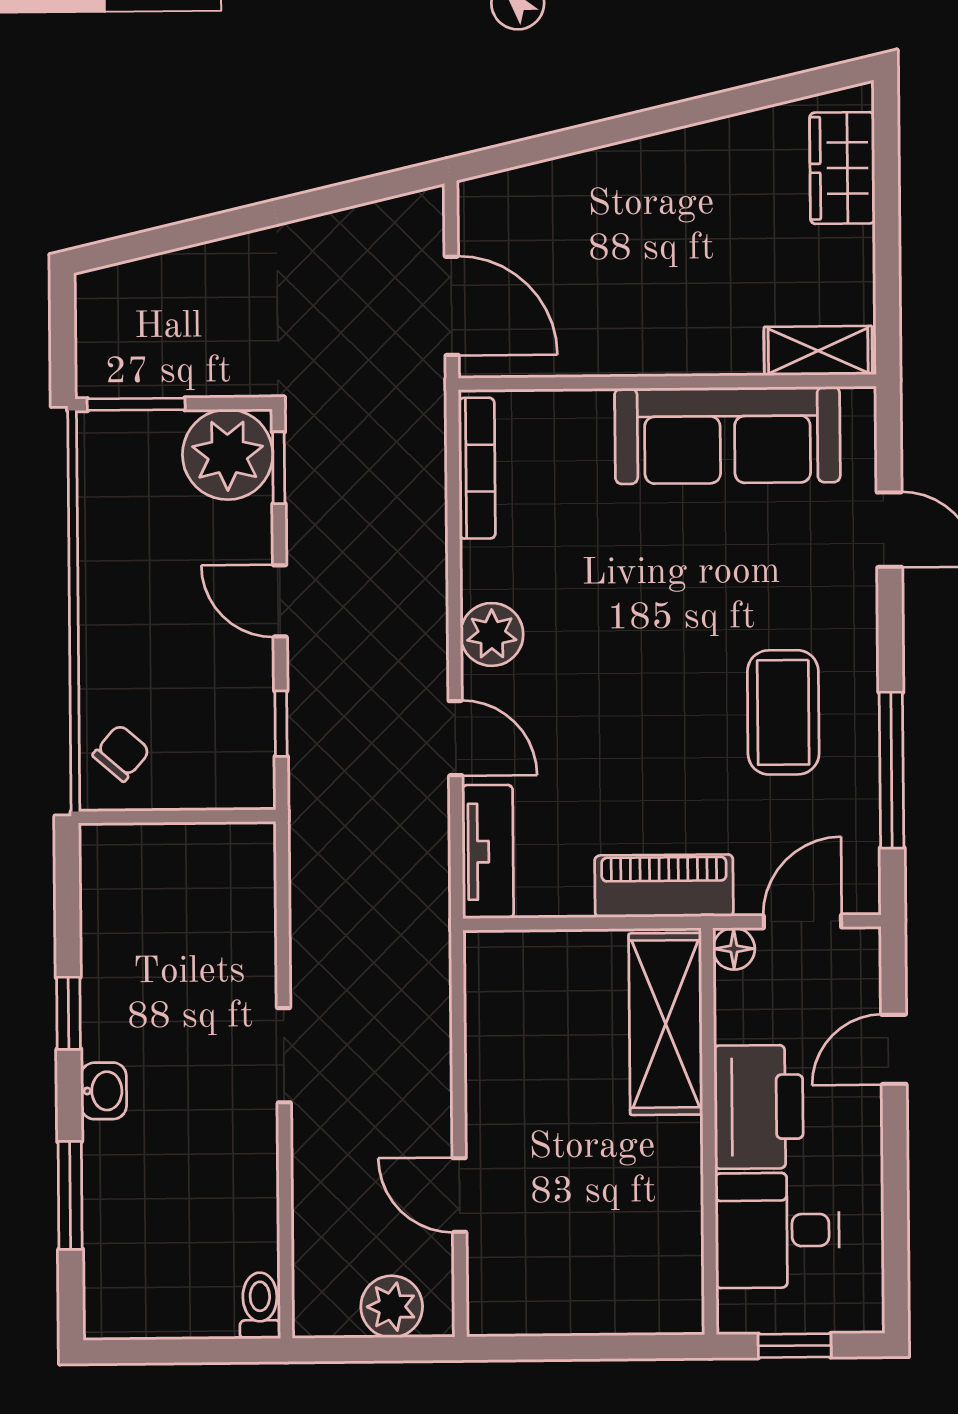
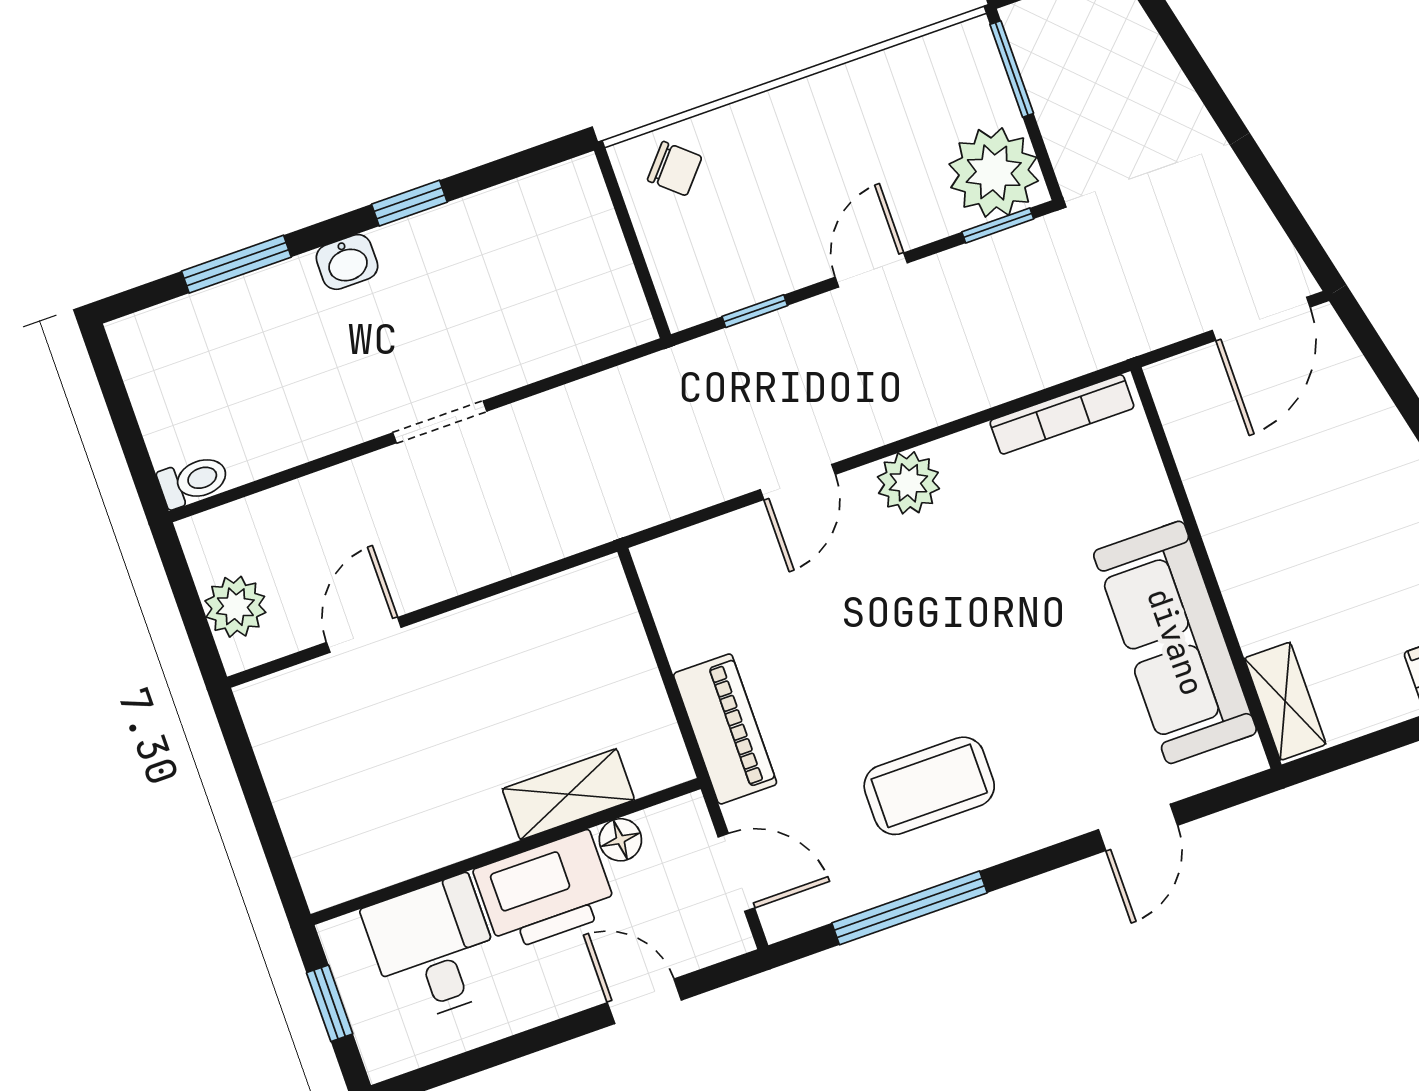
door: (452, 306) -> (1261, 319), moved
tv unit: (488, 852) -> (700, 550), removed
floor lamp: (734, 949) -> (620, 840), moved
shelving: (666, 1024) -> (568, 794), width x0.67, depth x0.75

